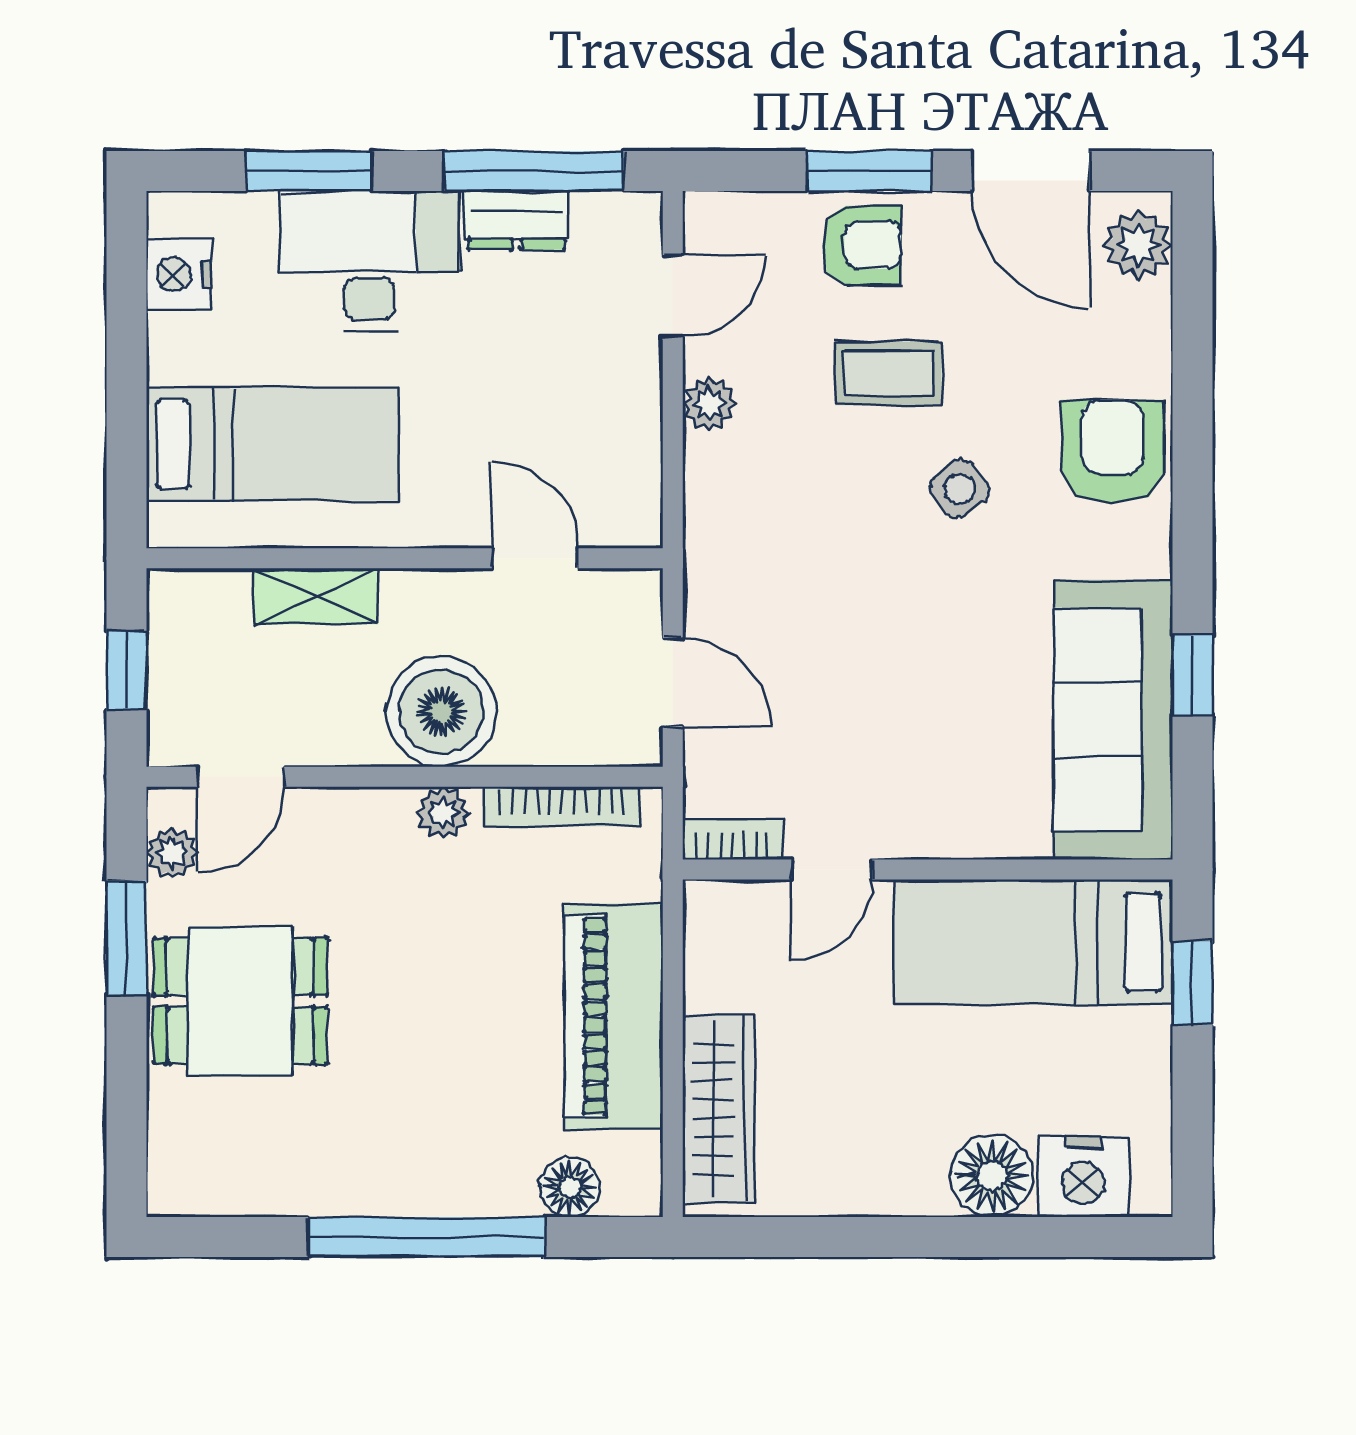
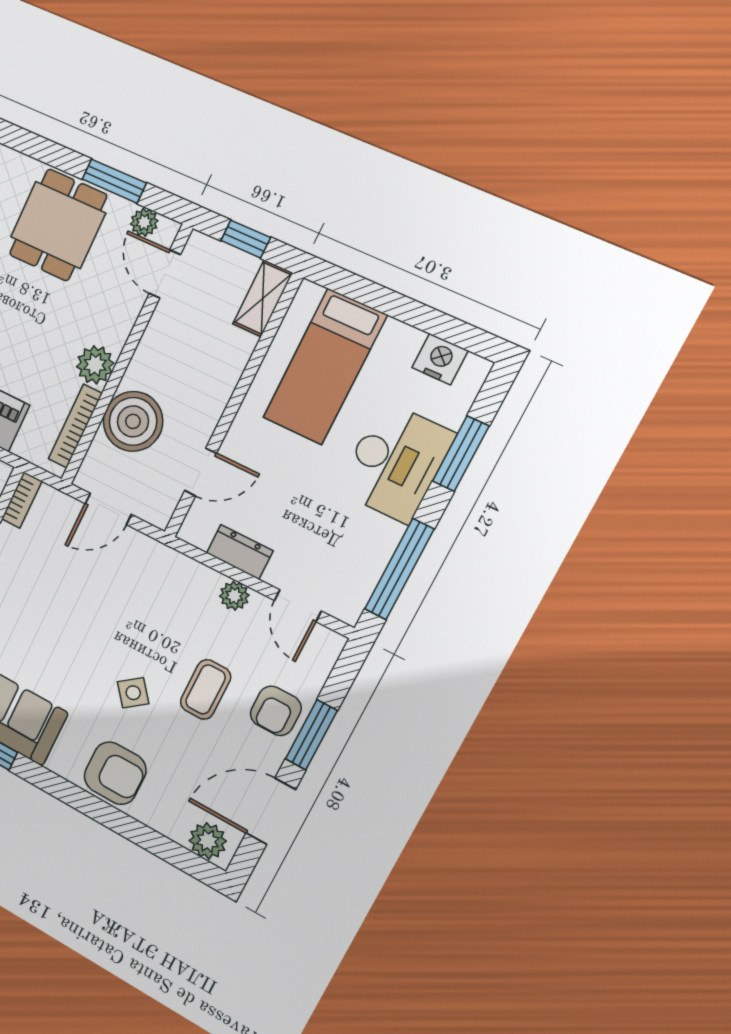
dresser: (517, 220) -> (240, 552), moved, turned 90
shelving: (316, 596) -> (263, 298), moved
boiler: (441, 712) -> (133, 421), moved
plant: (443, 813) -> (95, 365), width x1.38, depth x1.38

